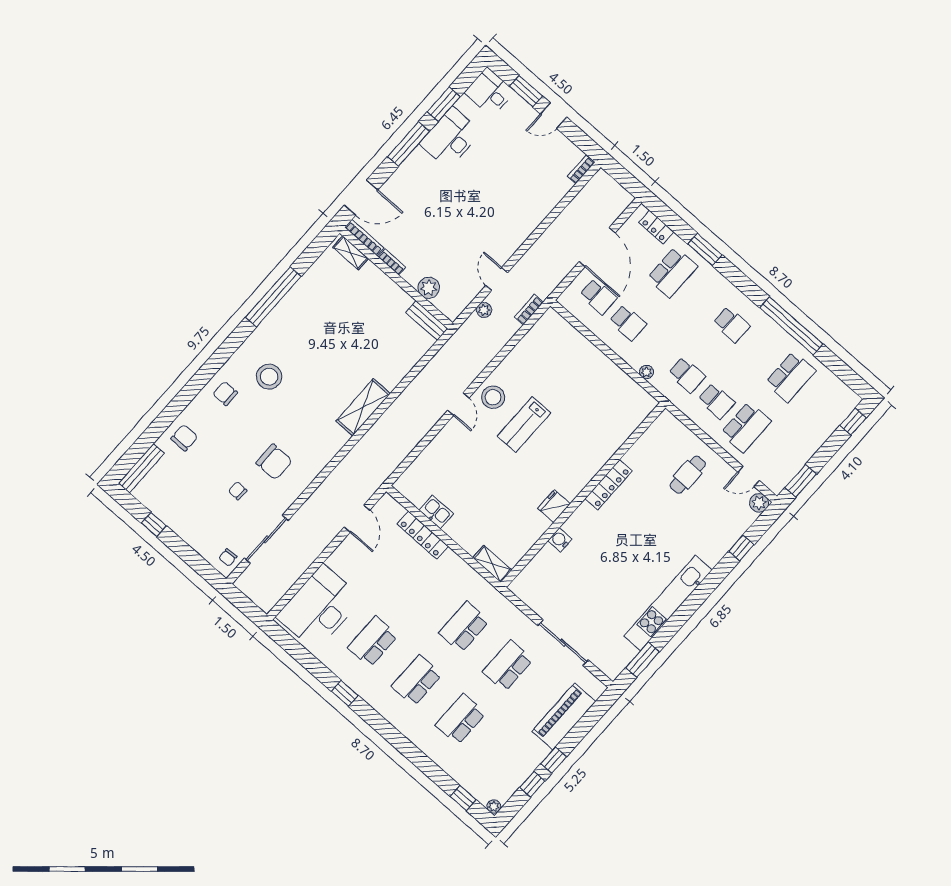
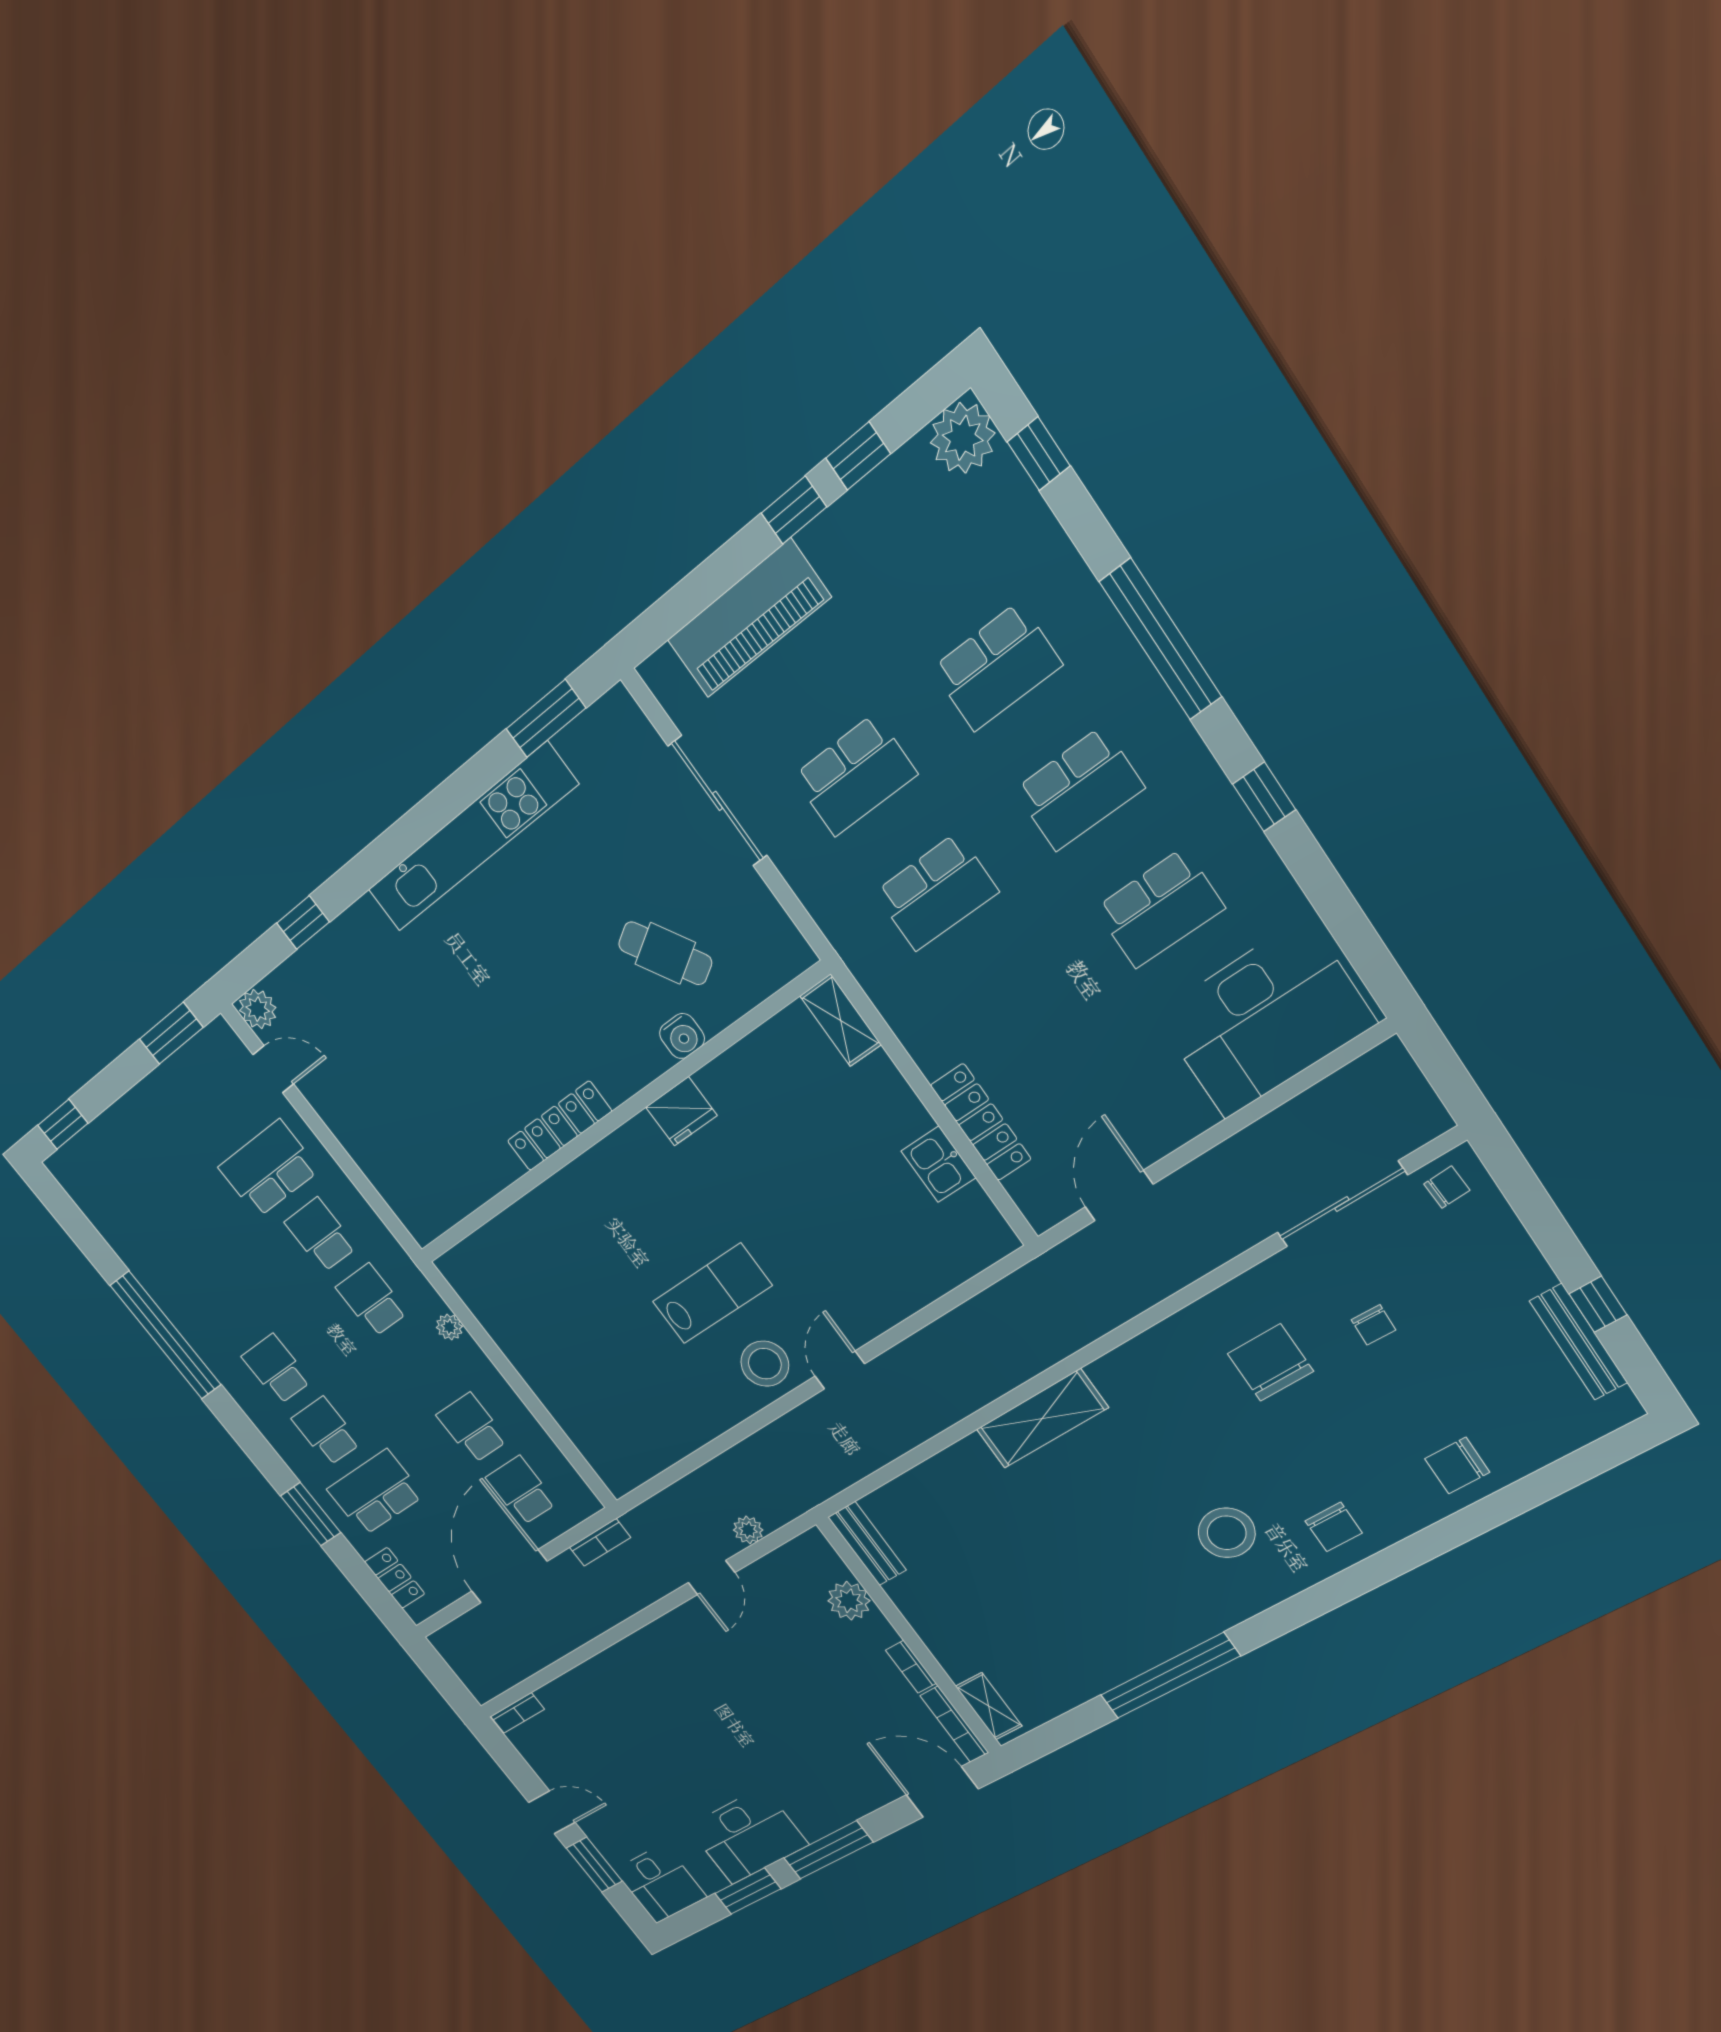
bookcase: (529, 310) -> (600, 1542), moved
school desk: (791, 377) -> (326, 1431), moved, width x0.54
bench: (141, 468) -> (1579, 1342), moved, turned 90
cafe table: (688, 475) -> (665, 953), moved, turned 59
window: (400, 742) -> (1161, 639), added
plant: (494, 807) -> (963, 438), width x1.88, depth x1.88

